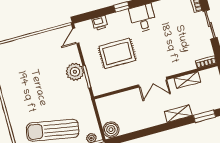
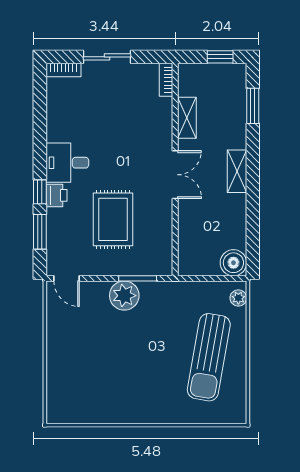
window: (99, 13) -> (40, 232), added
printer: (100, 23) -> (56, 195), moved
shelving: (178, 114) -> (237, 171), moved

